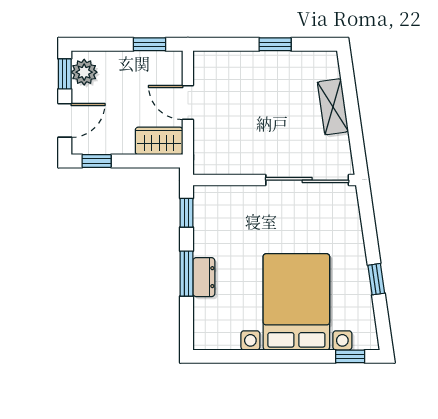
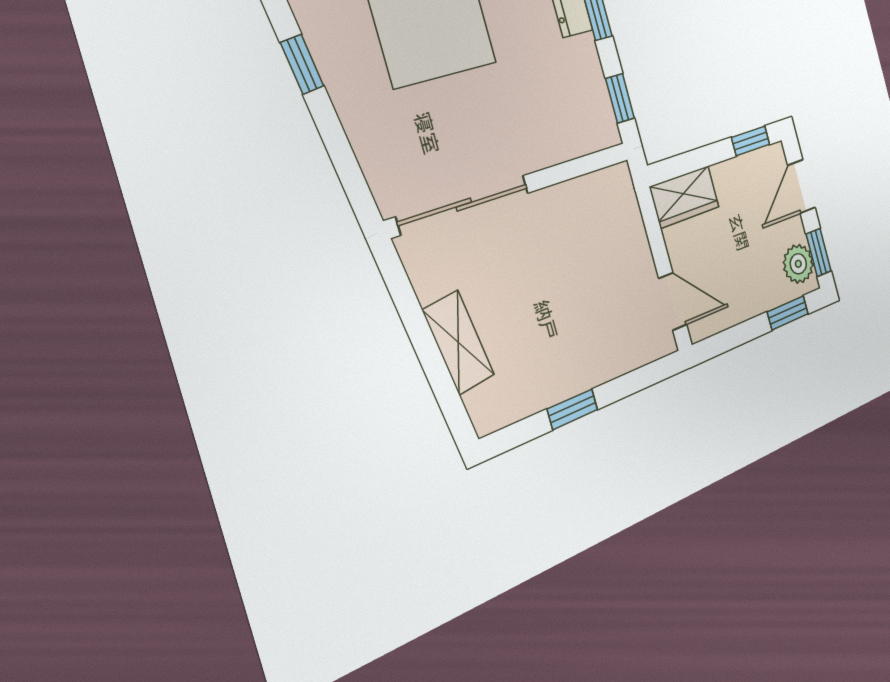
window: (149, 44) -> (788, 313), moved
door: (188, 102) -> (673, 301), moved

